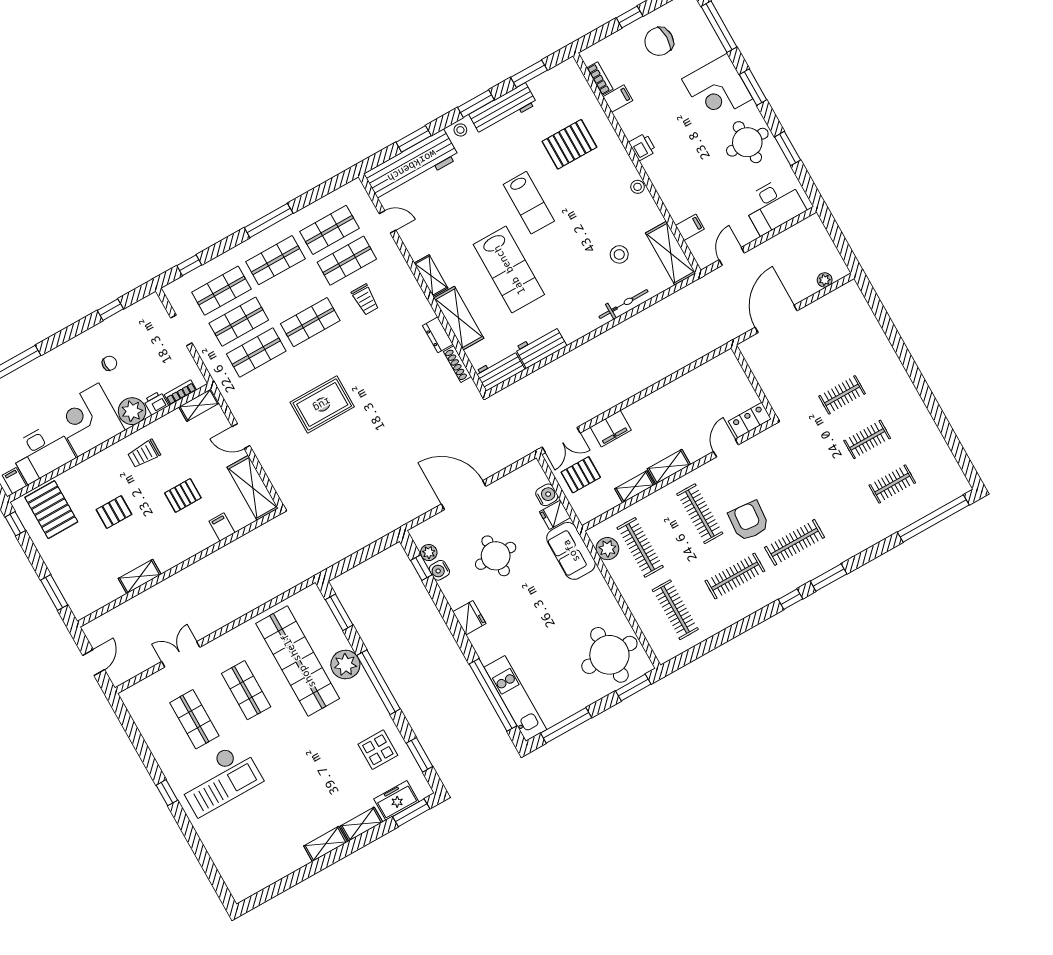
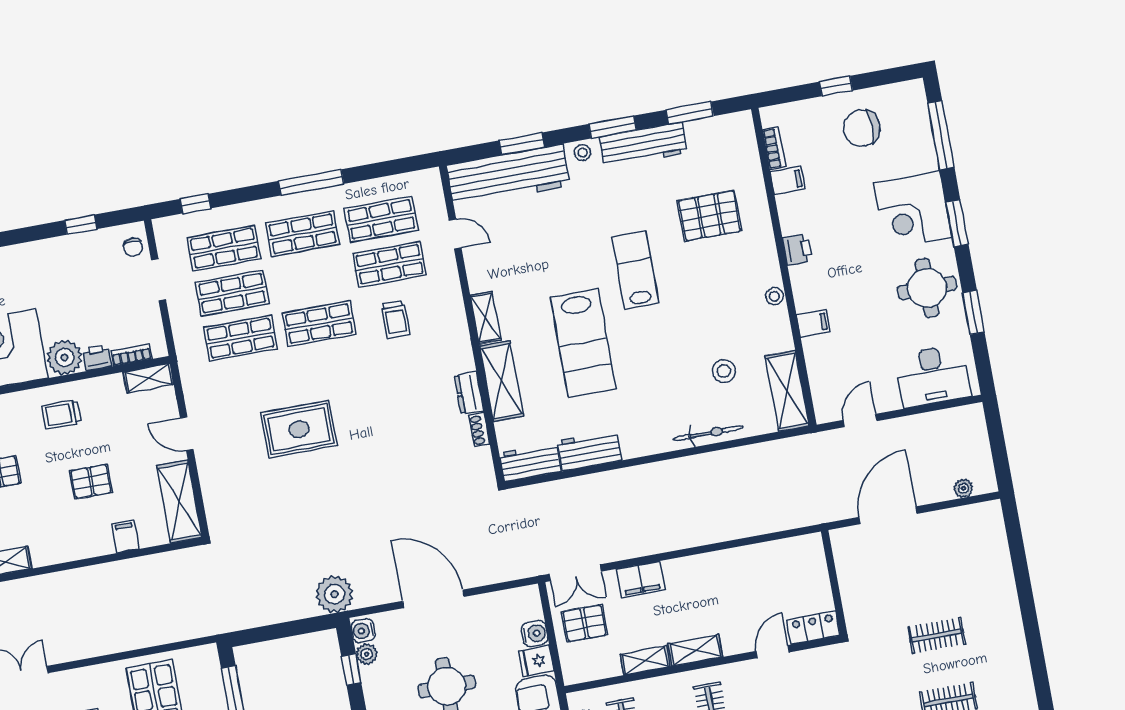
lab bench: (529, 203) -> (635, 270), turned 180
filing cabinet: (690, 227) -> (813, 323), moved
chair: (109, 363) -> (133, 247), moved, turned 90
shoe rack: (457, 364) -> (479, 430), width x0.70
plant: (390, 517) -> (334, 594), added
water cooler: (439, 570) -> (363, 631), moved

